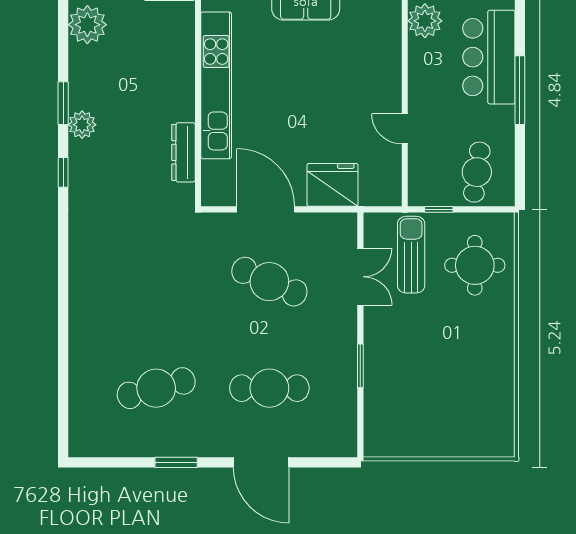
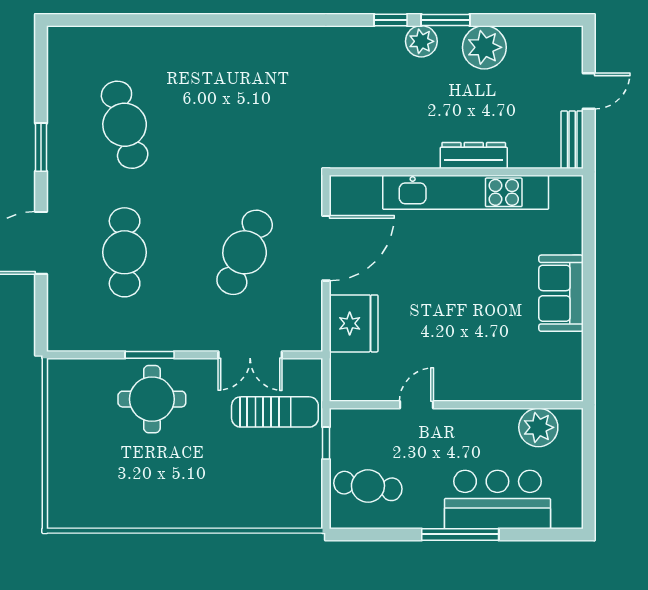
plant: (87, 25) -> (484, 47), moved
dresser: (183, 152) -> (474, 155), moved
window: (63, 172) -> (391, 20), moved
round table: (475, 265) -> (152, 399), moved

